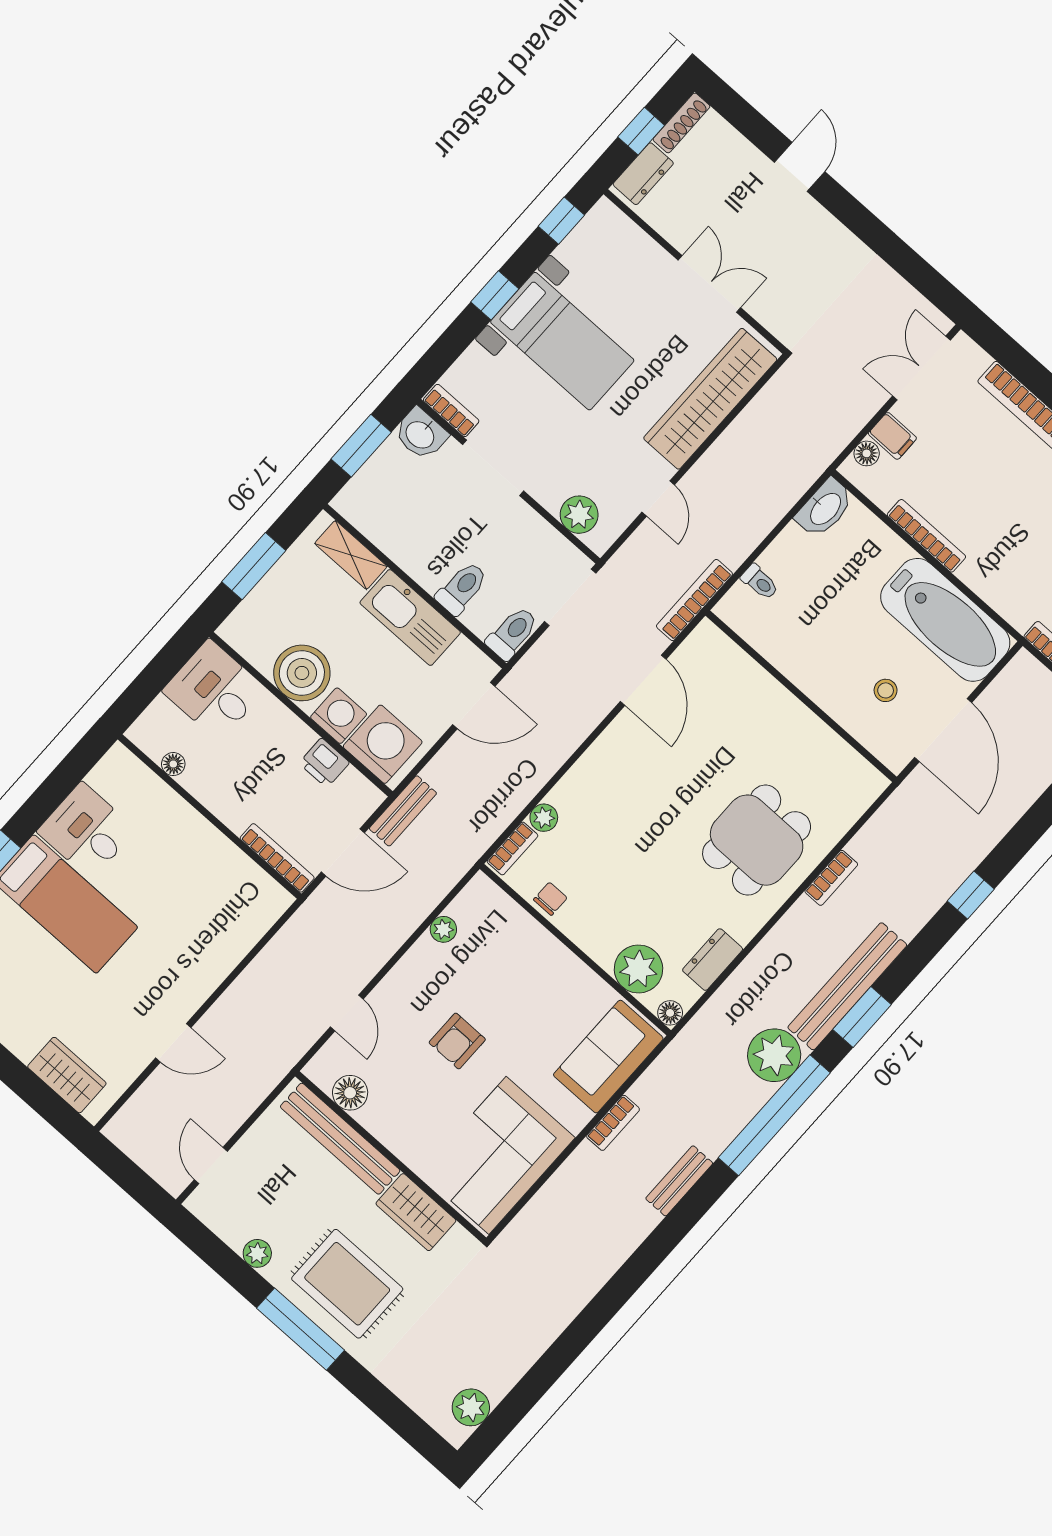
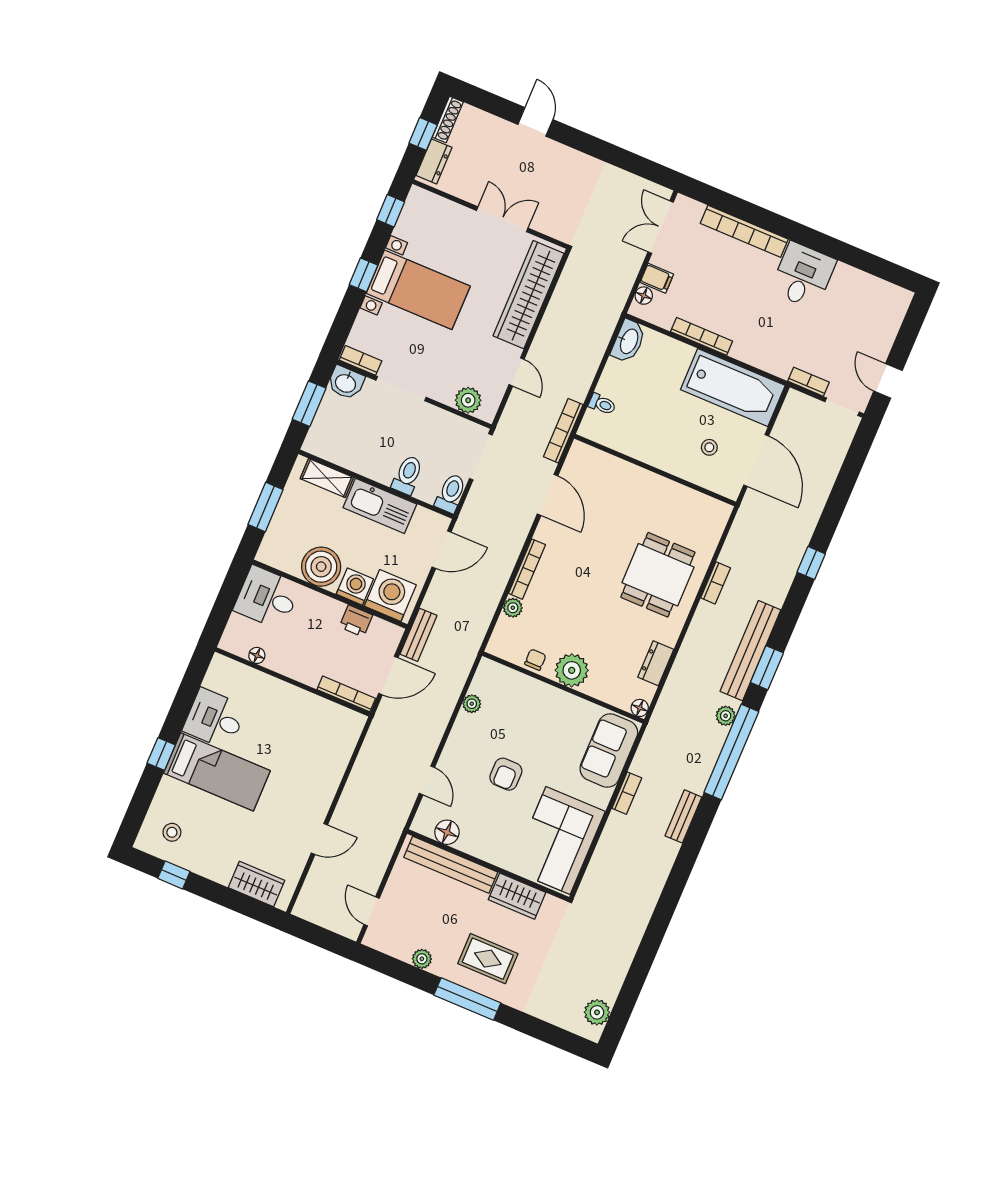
bookcase: (513, 849) -> (527, 569), moved, width x1.56
plant: (638, 969) -> (572, 670), moved
plant: (774, 1055) -> (726, 716), width x0.53, depth x0.53
rug: (347, 1284) -> (488, 959), width x0.73, depth x0.70

